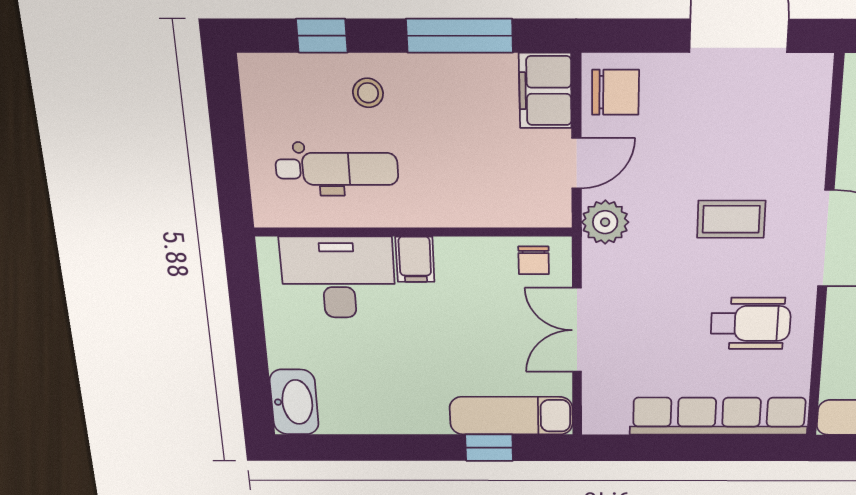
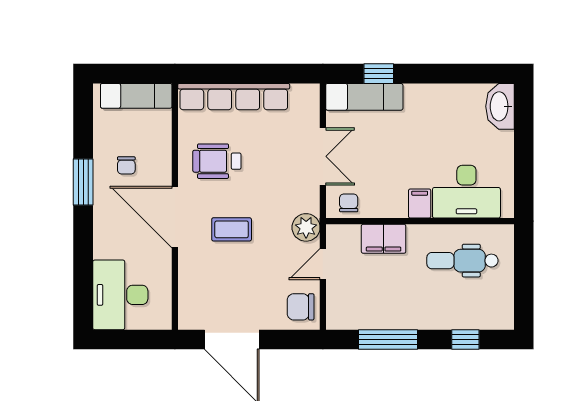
filing cabinet: (545, 91) -> (384, 239), moved, turned 90
stool: (368, 93) -> (441, 306), removed

